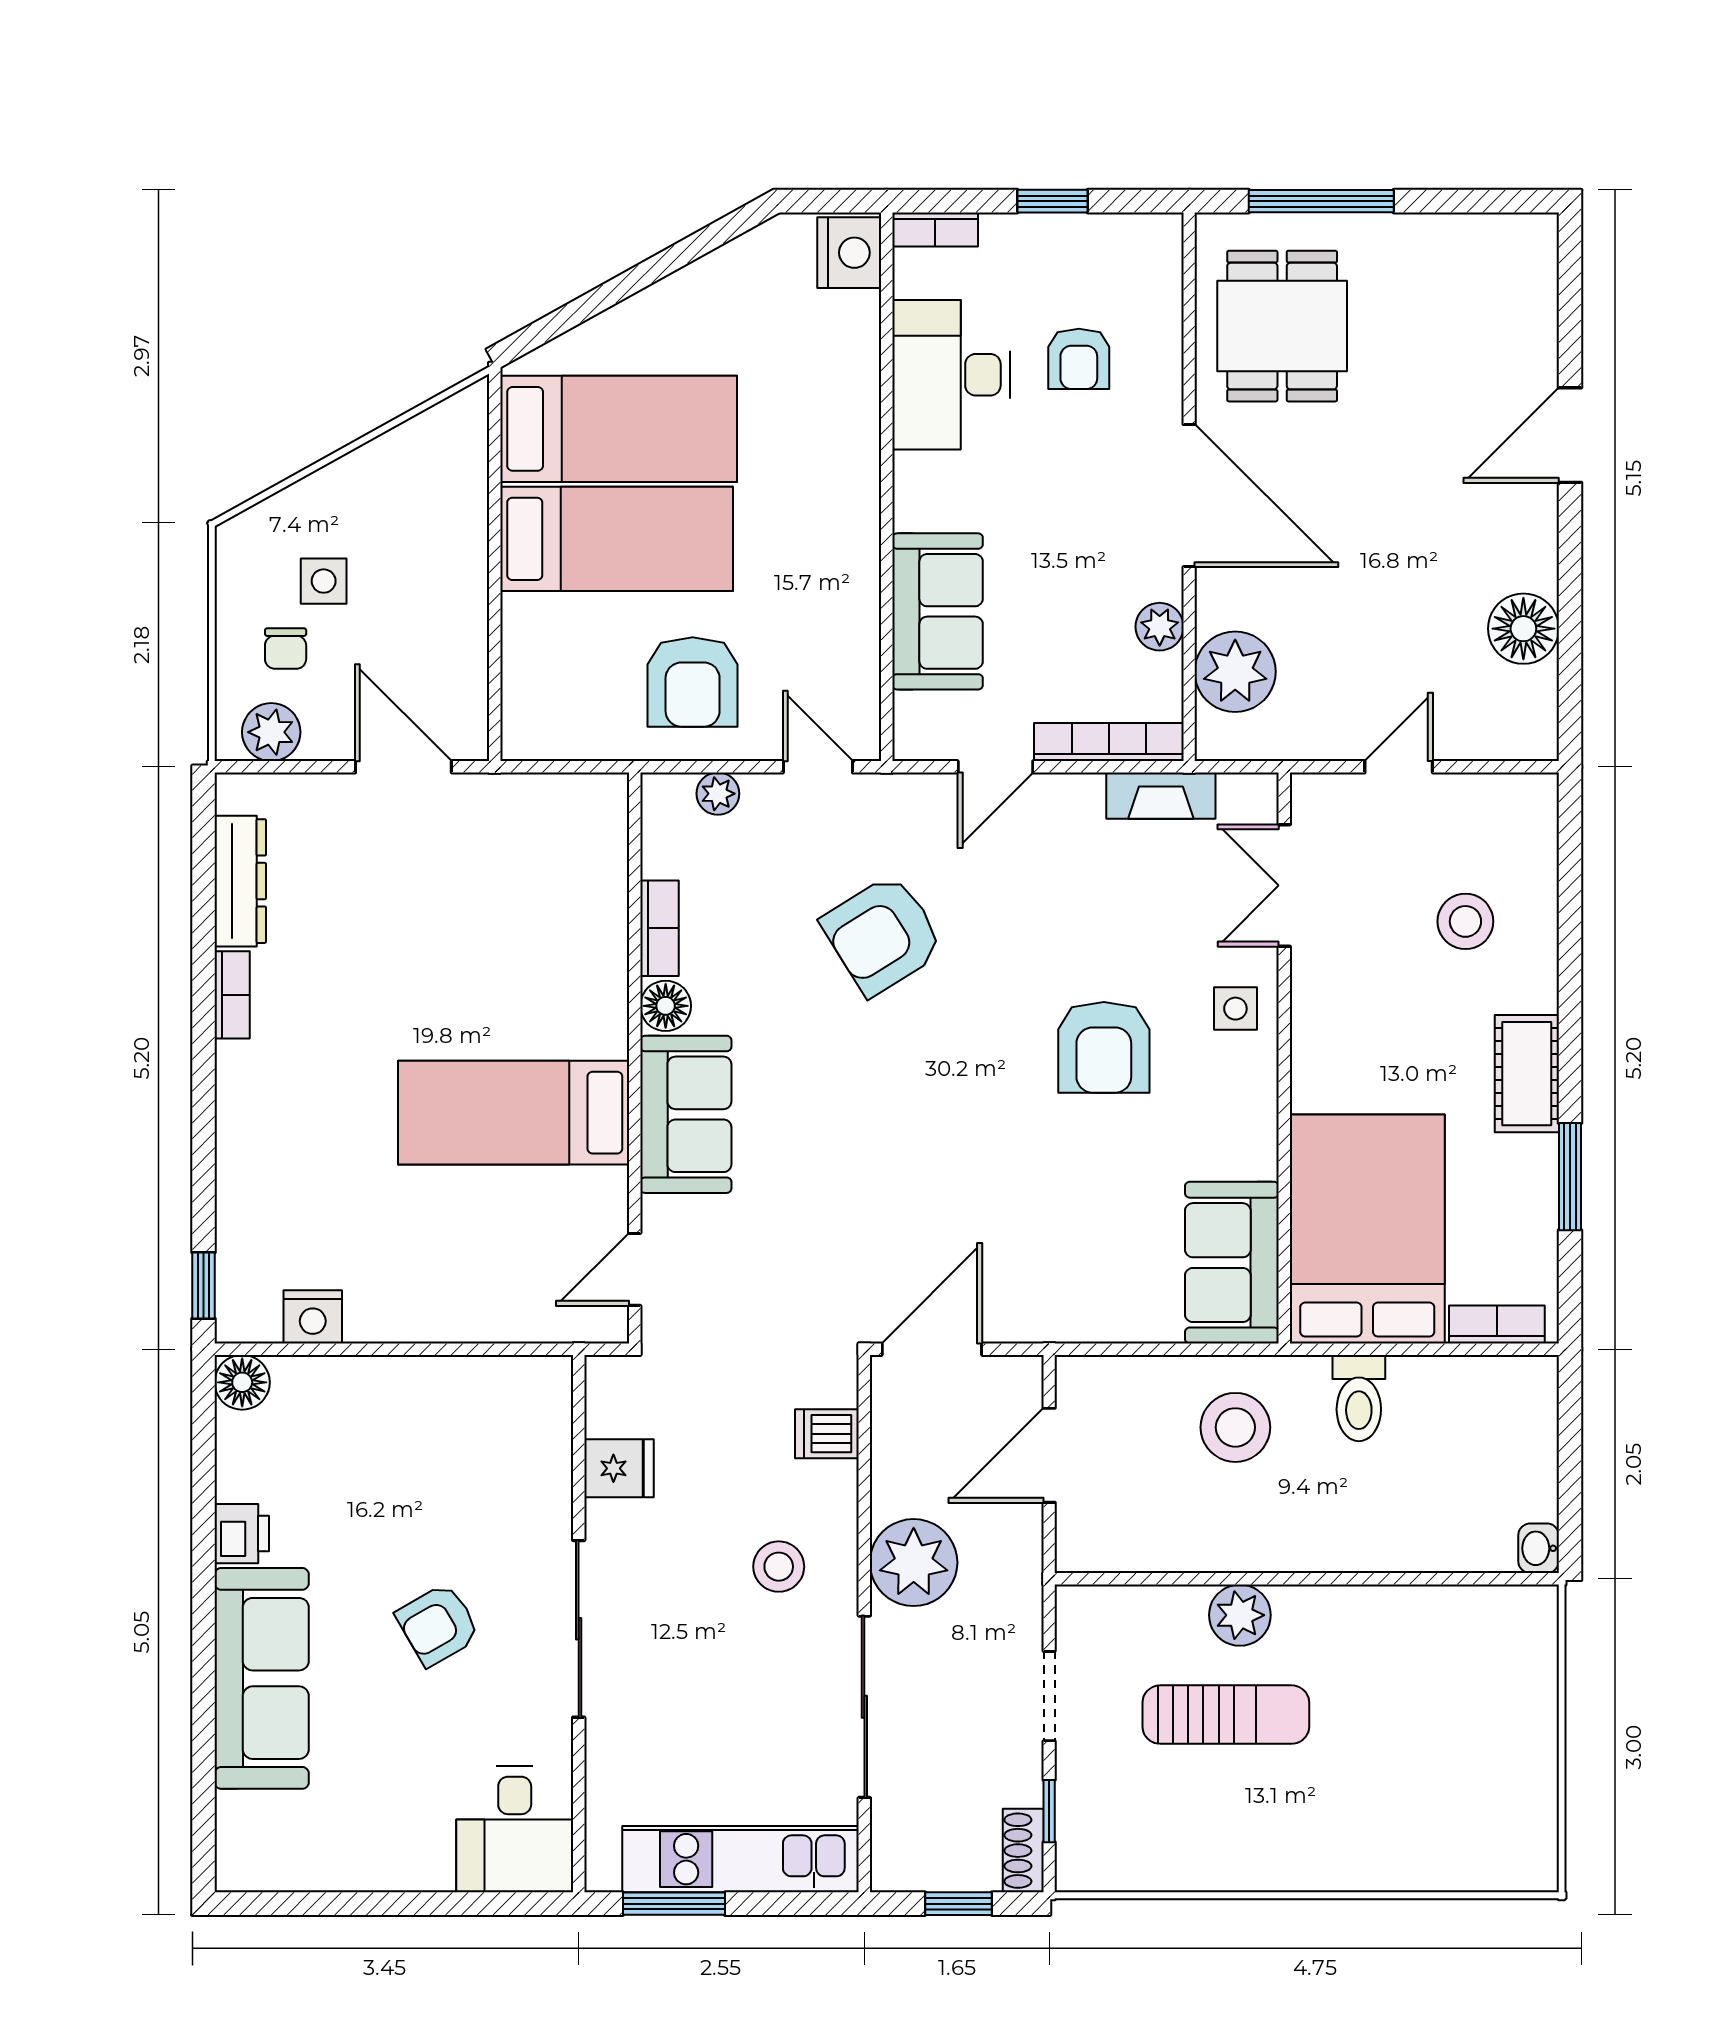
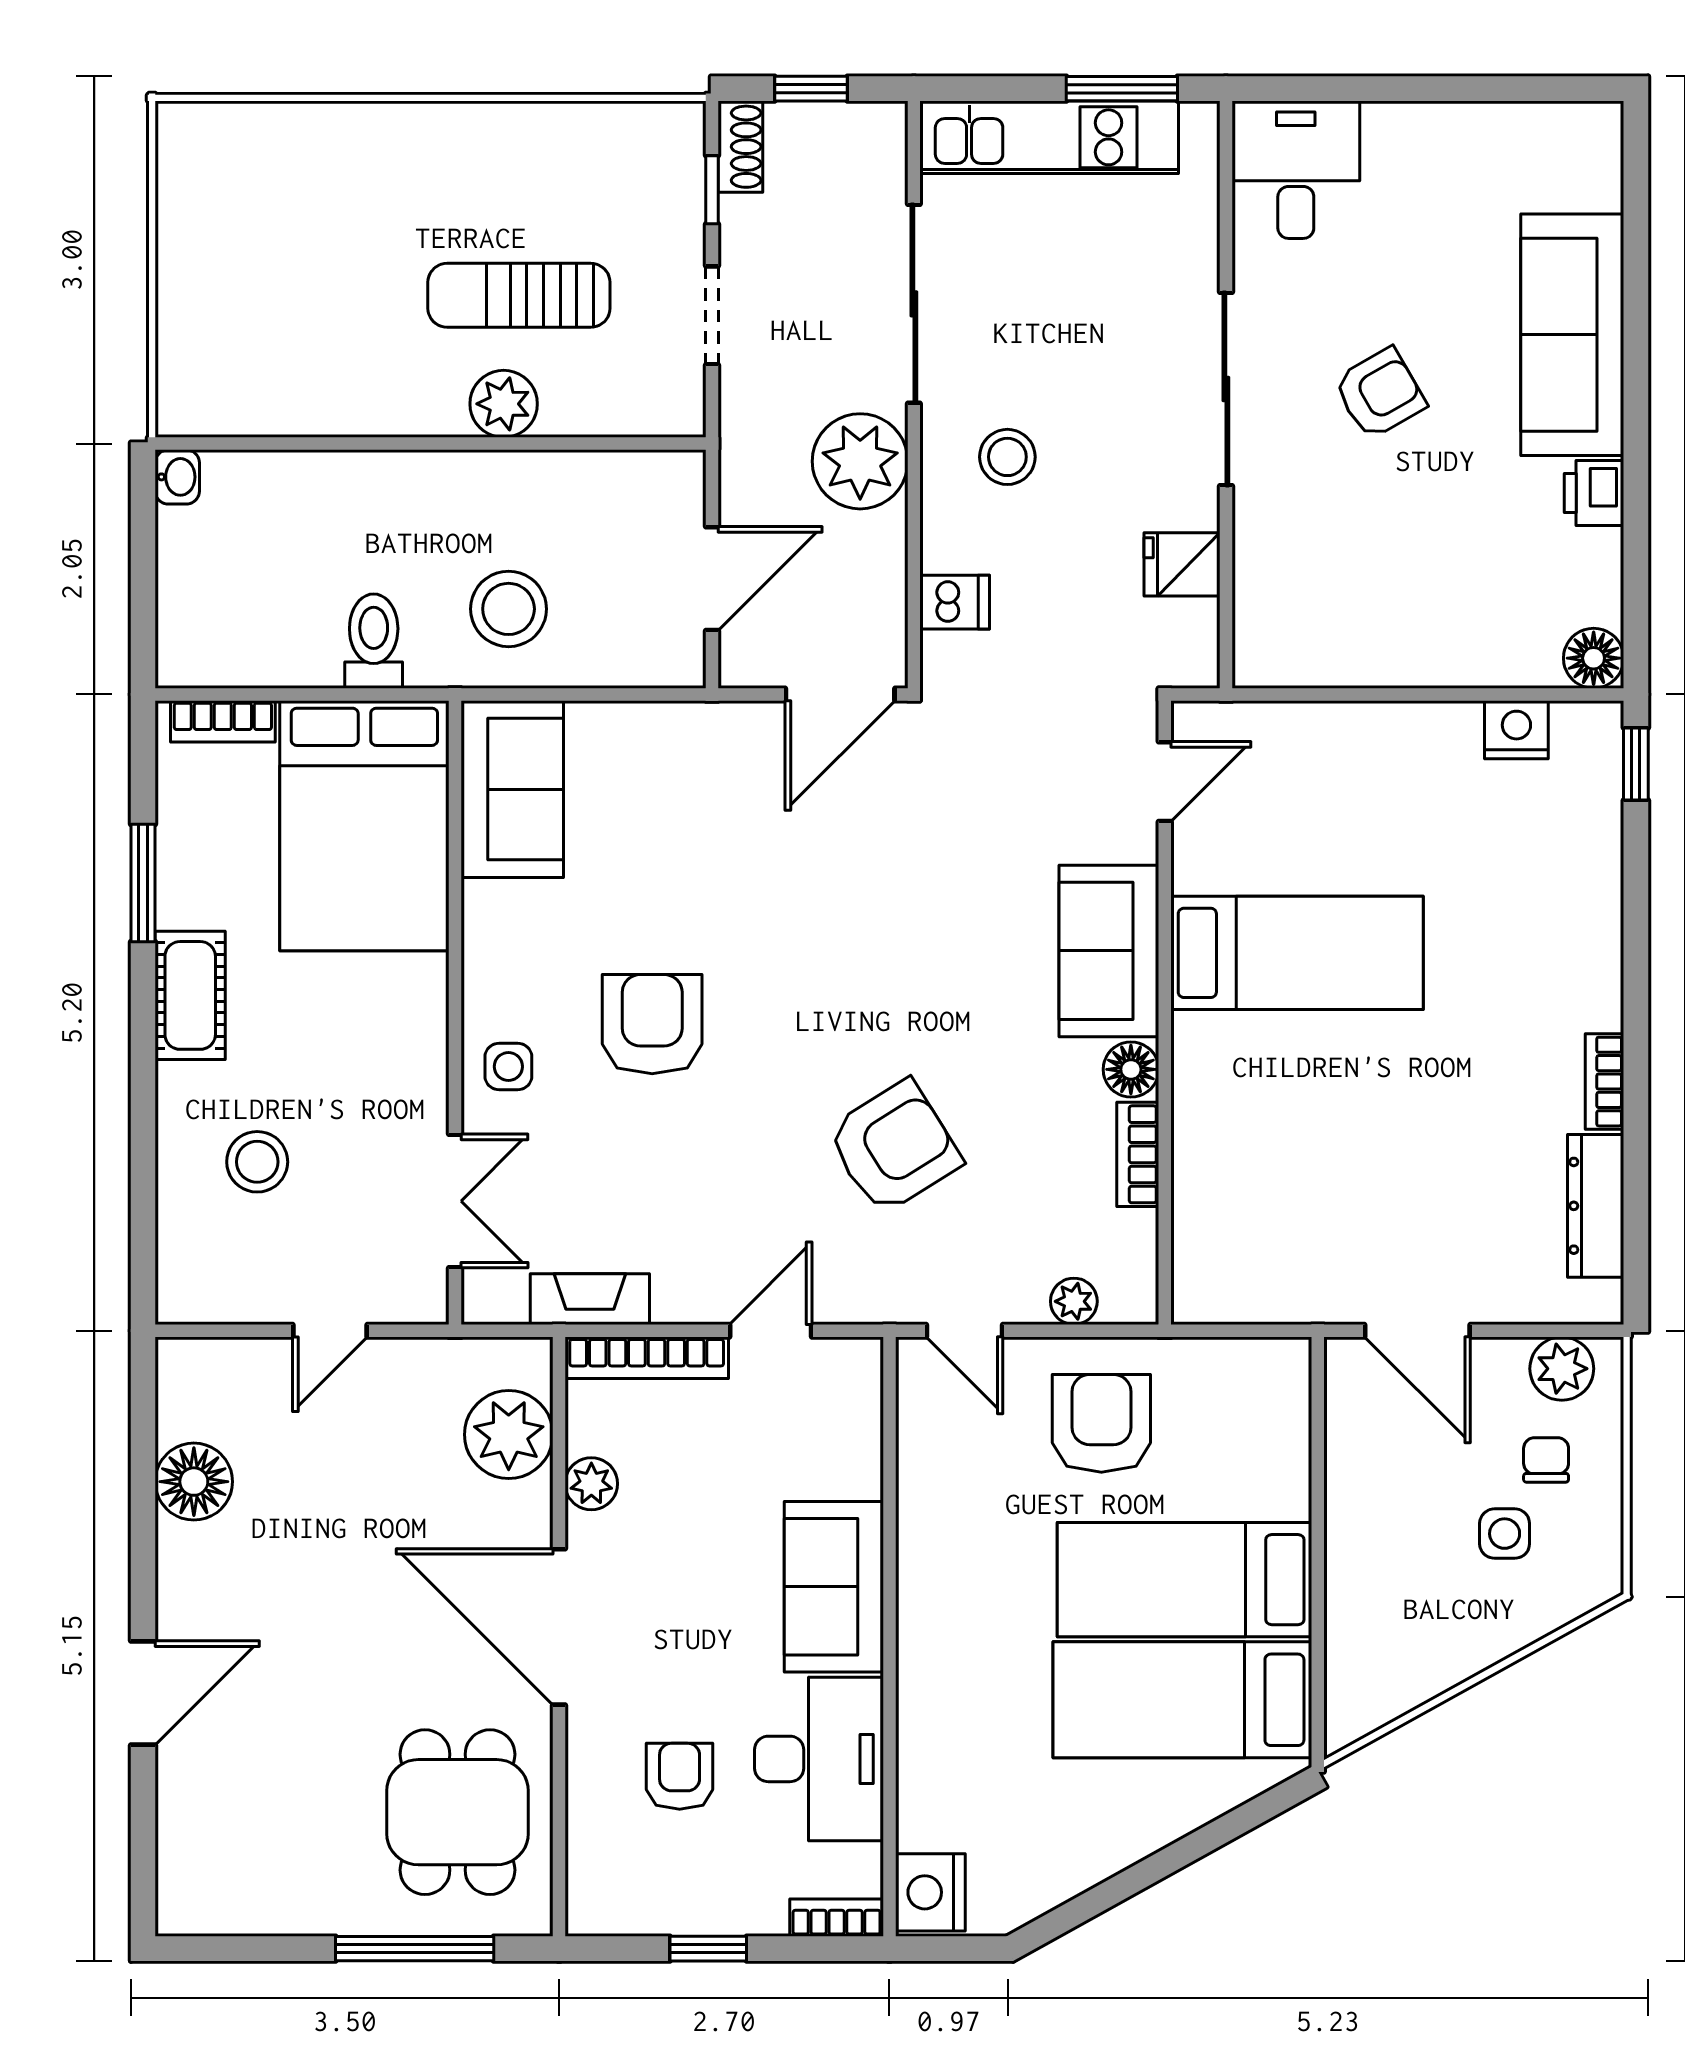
sofa: (938, 611) -> (834, 1587), moved

